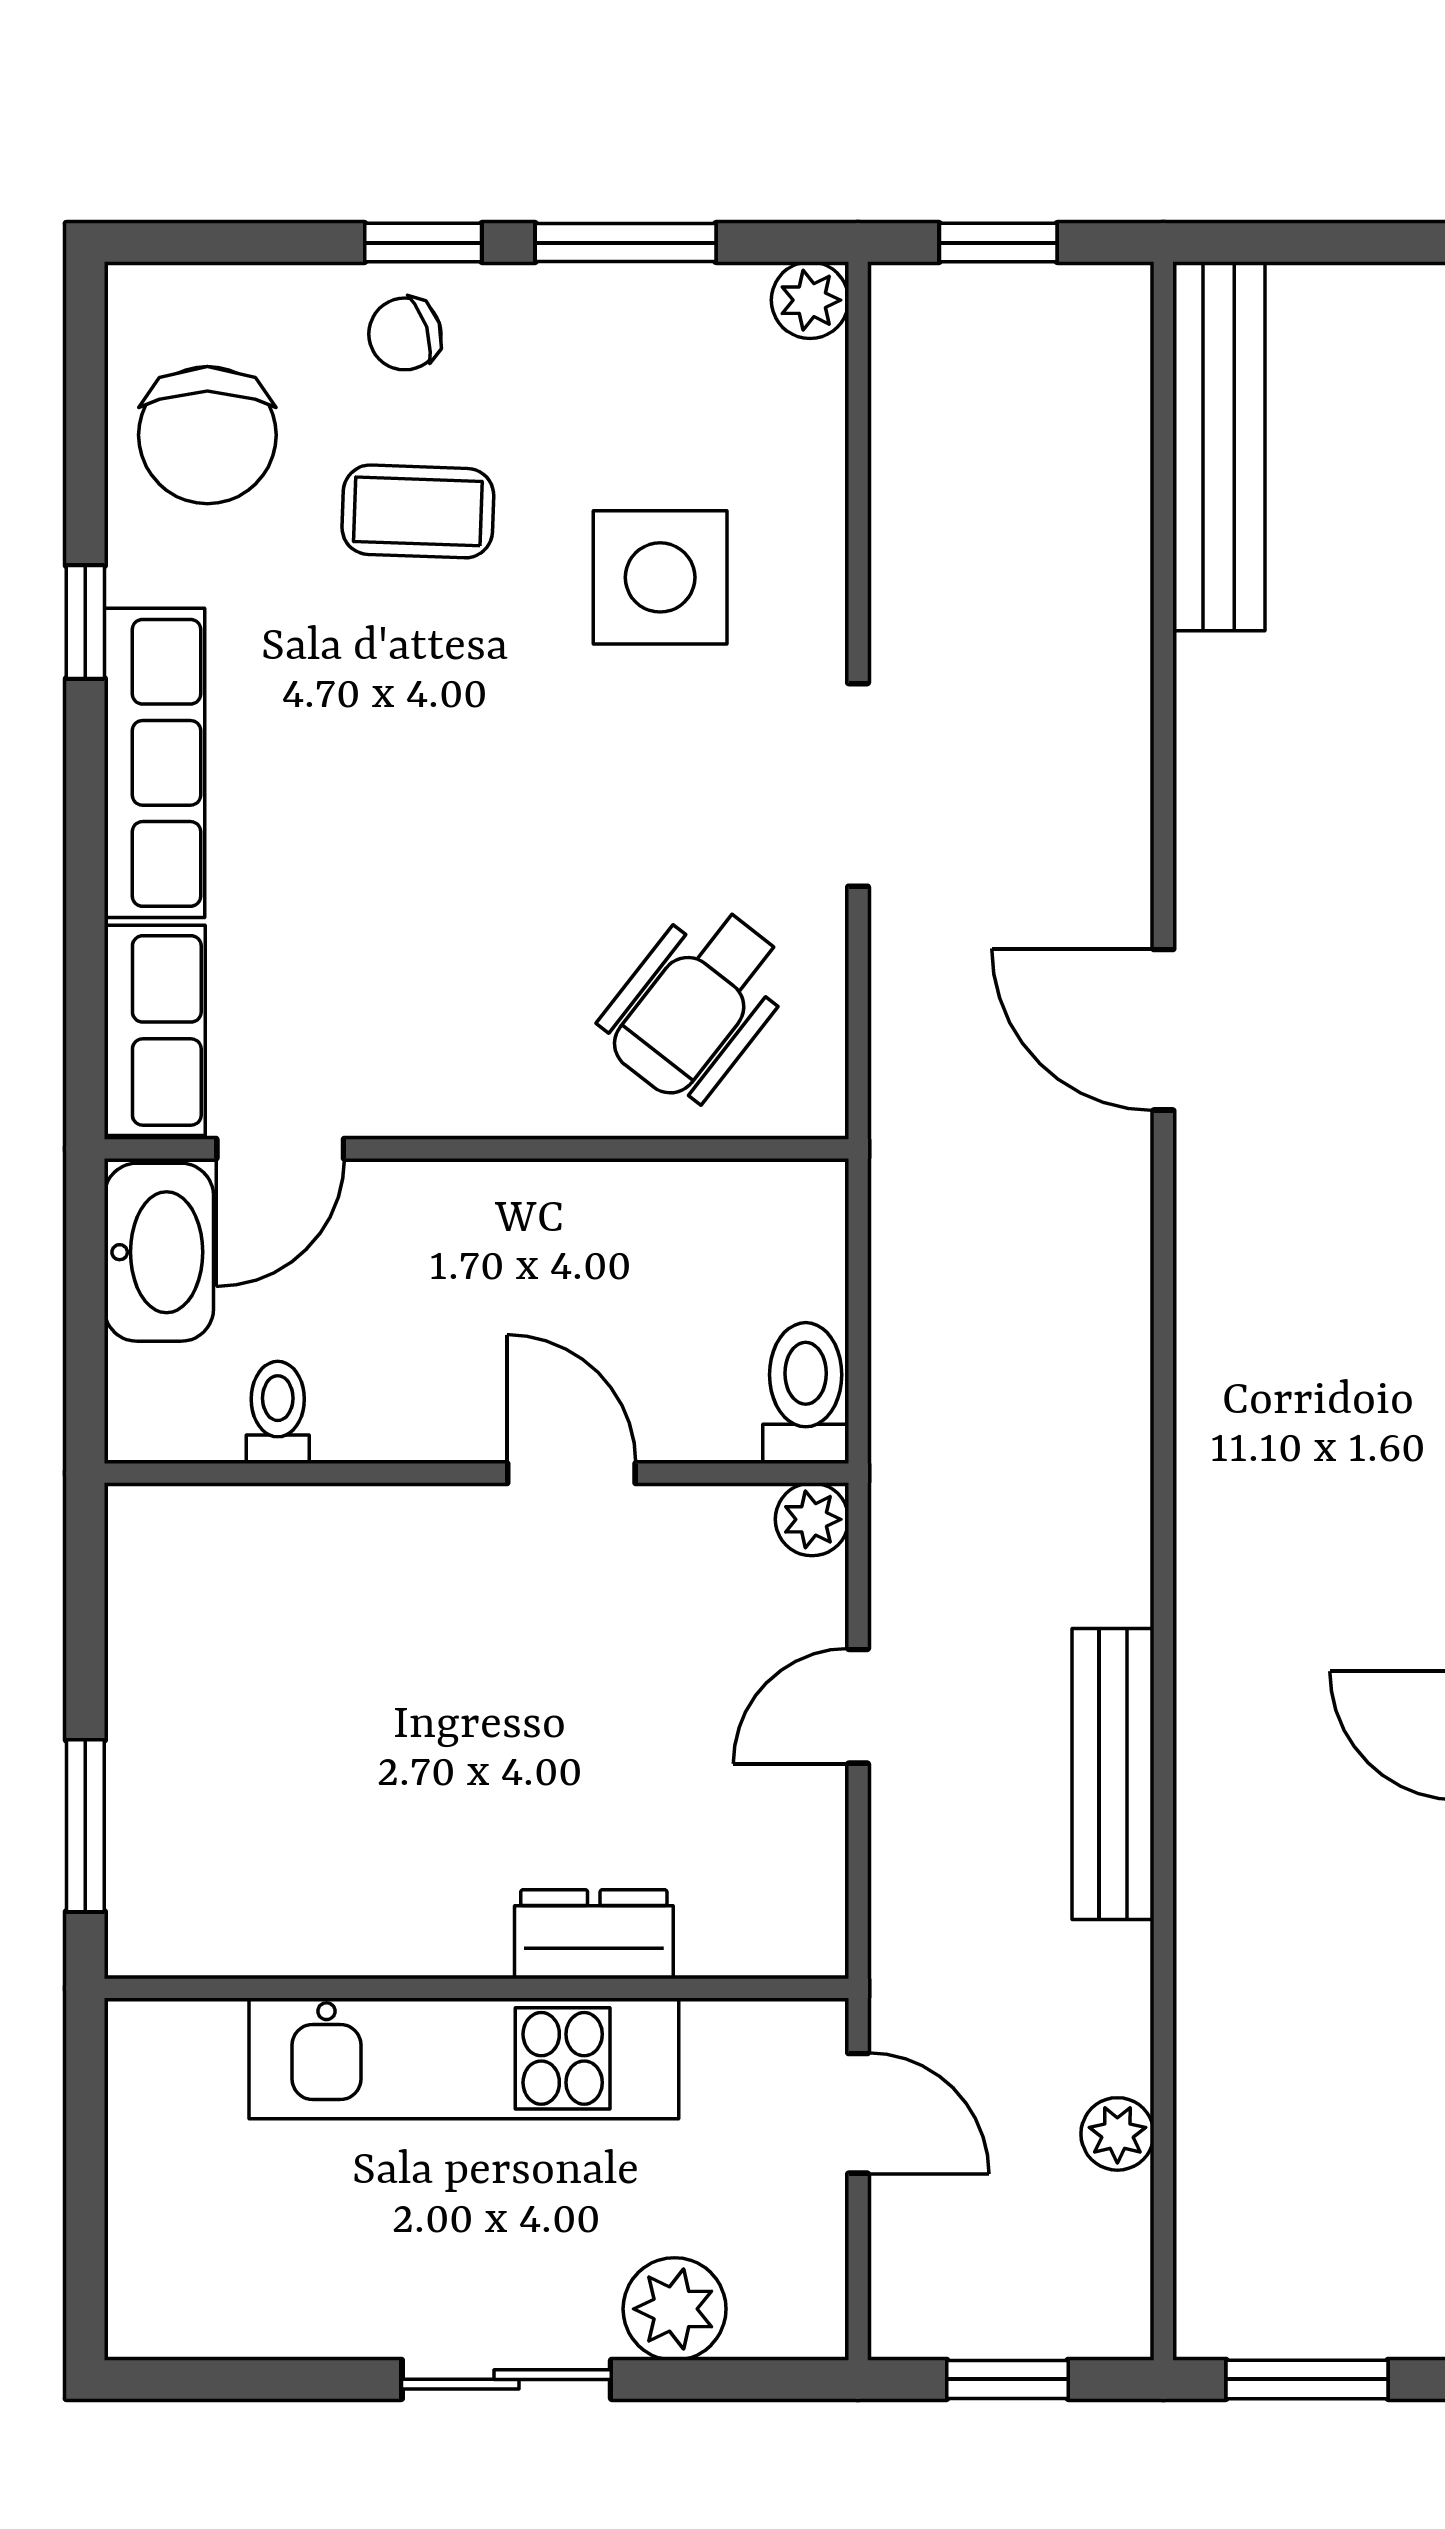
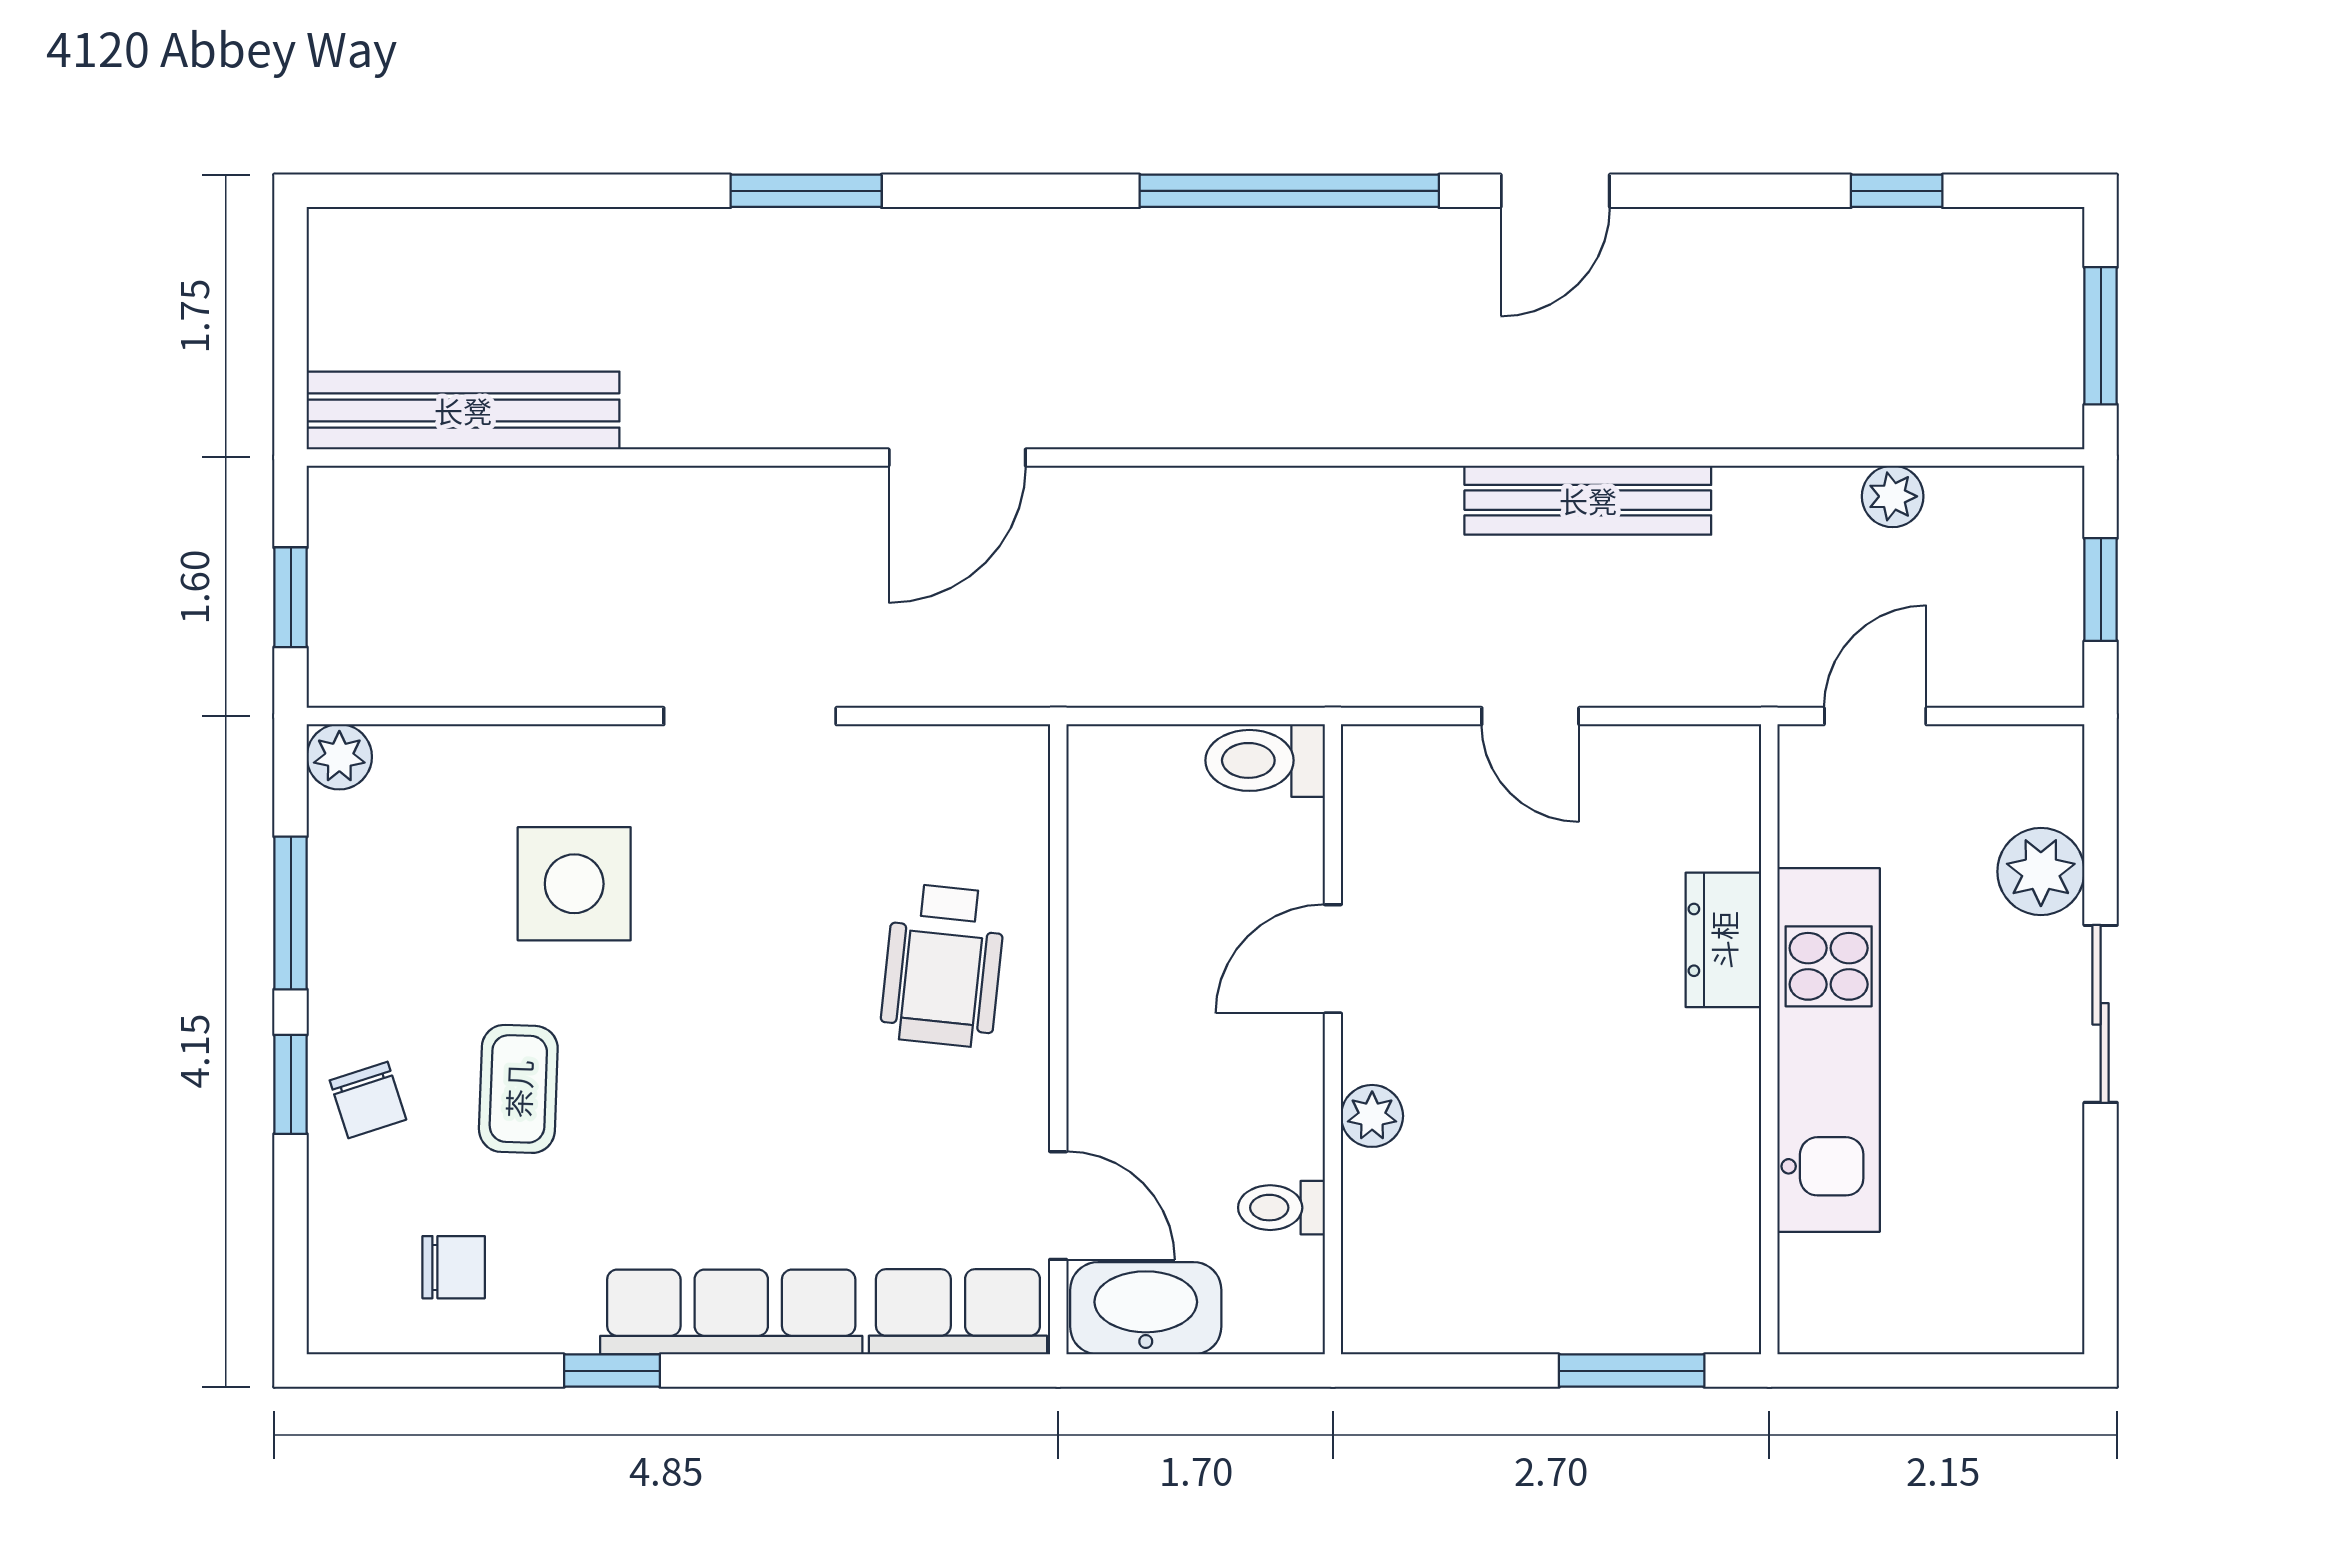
chair: (207, 435) -> (454, 1267), width x0.54, depth x0.54
wheelchair: (696, 1003) -> (943, 965), moved, turned 58
plant: (812, 1519) -> (1372, 1116), moved

